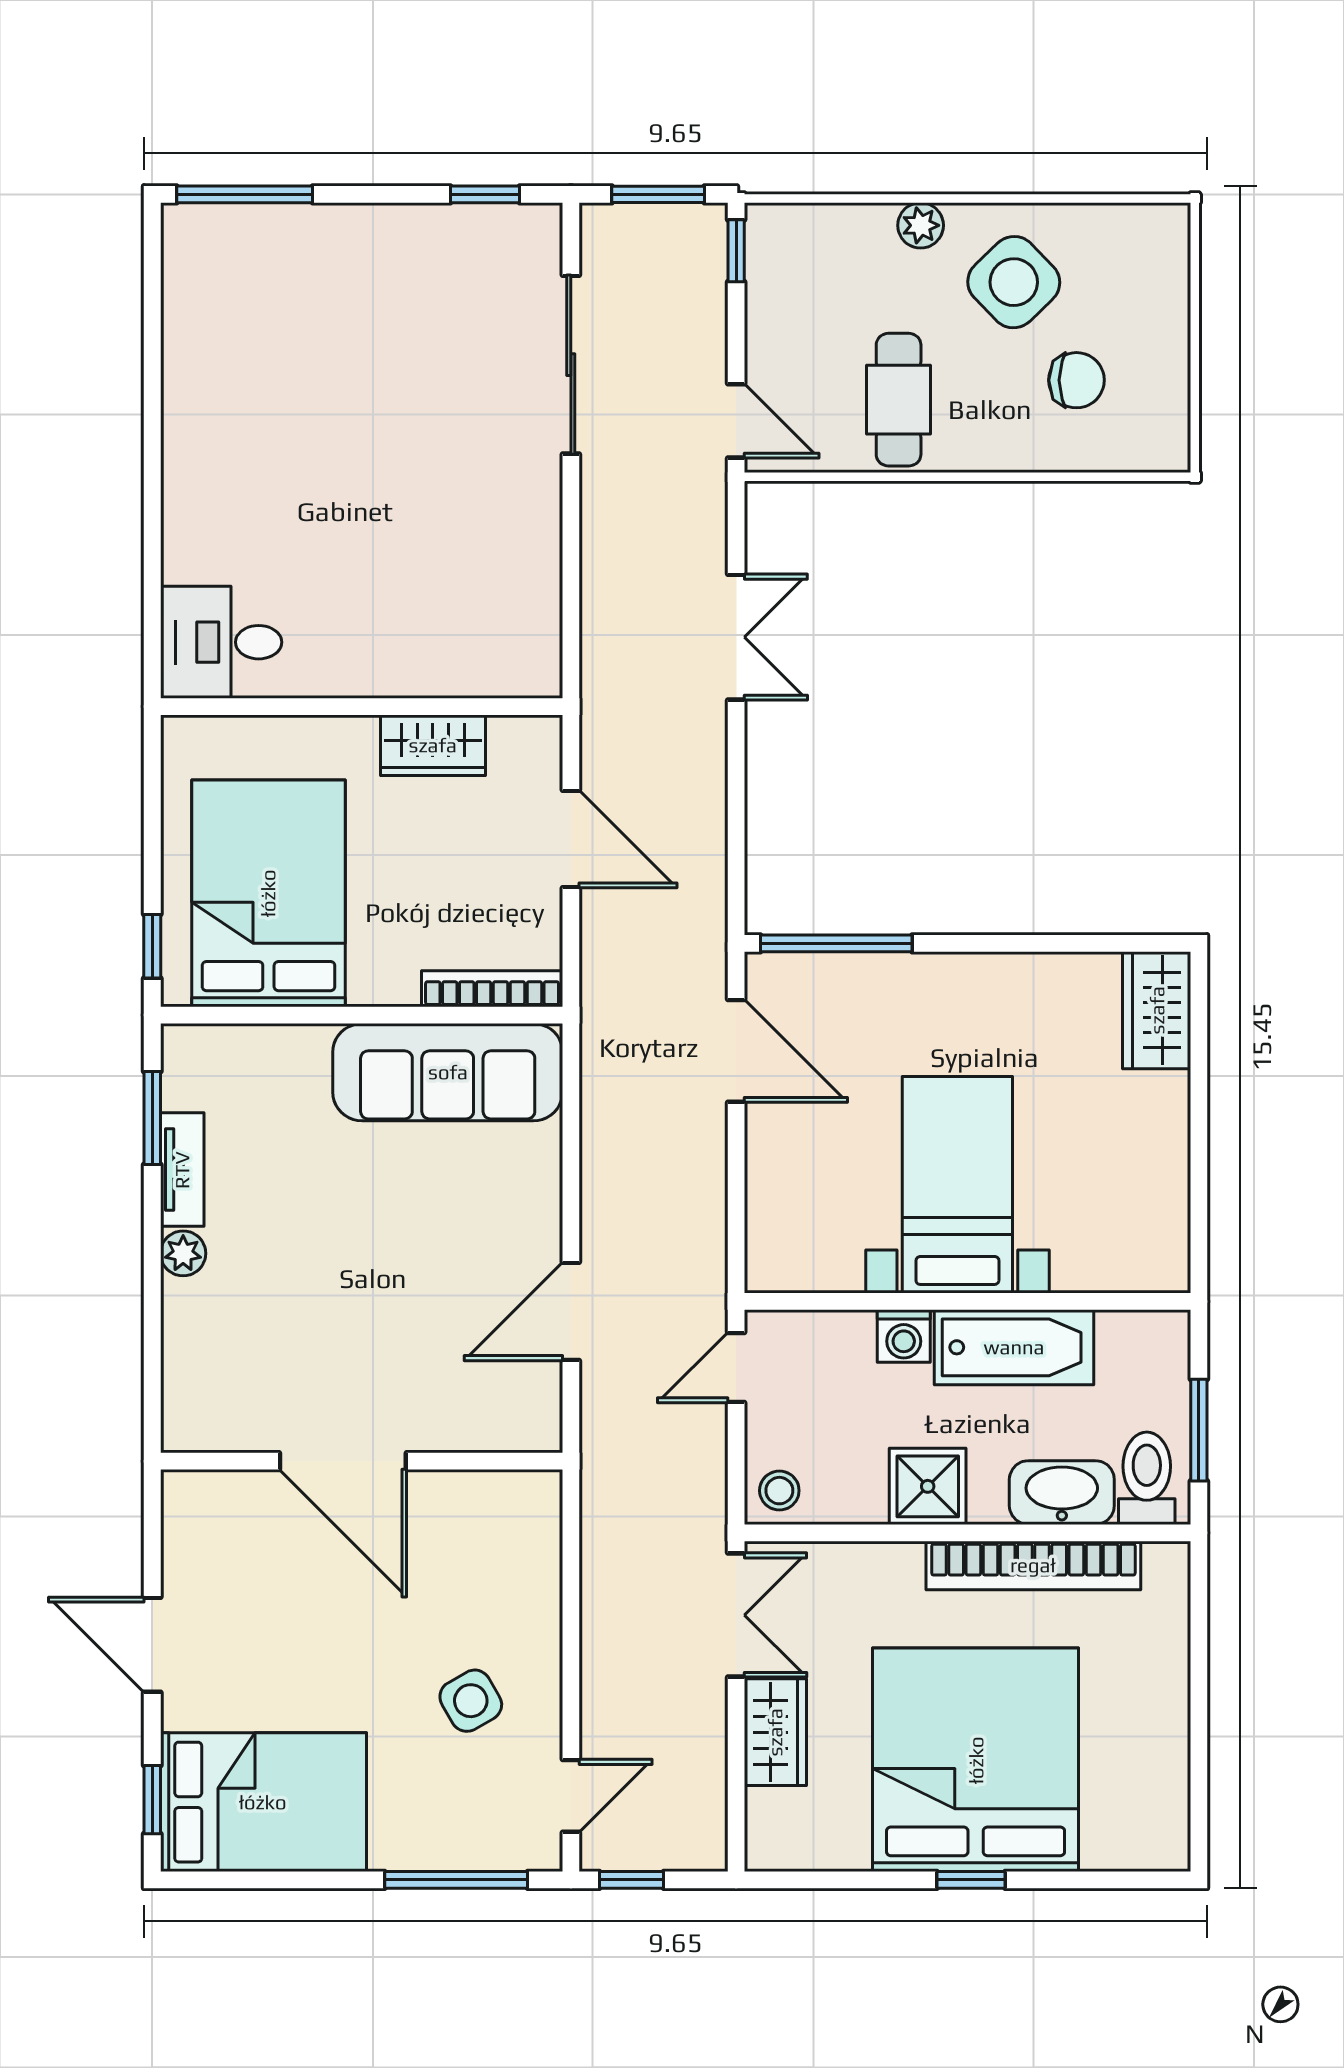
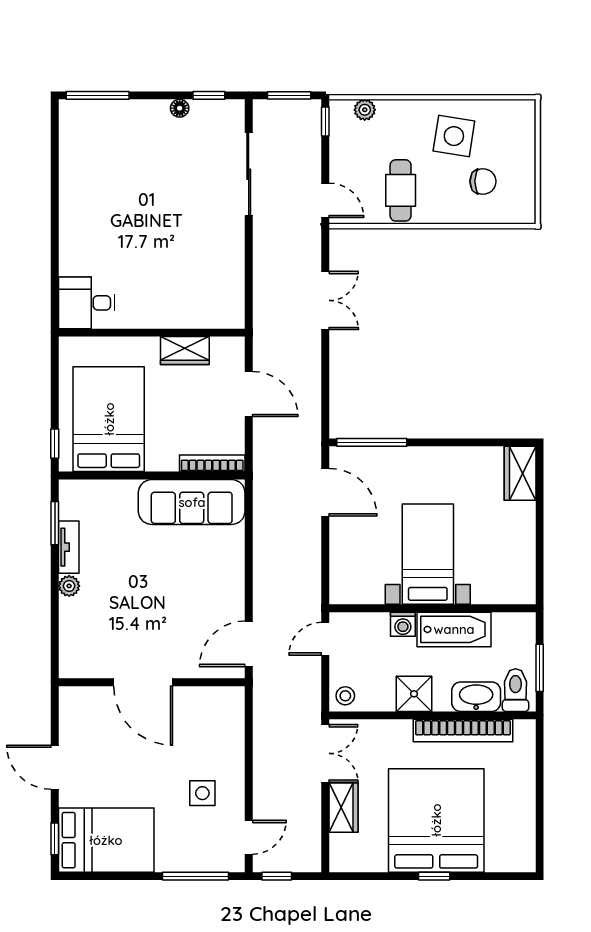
floor lamp: (422, 222) -> (180, 108), added
plant: (921, 225) -> (365, 110), moved
side table: (1014, 282) -> (454, 136), turned -37
door: (571, 1311) -> (249, 644), moved
side table: (471, 1701) -> (202, 793), turned 30

